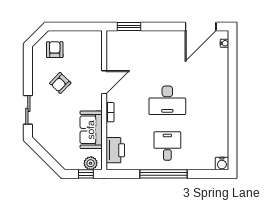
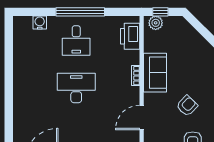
door: (104, 82) -> (142, 117), moved
sofa: (91, 130) -> (155, 73), moved
water cooler: (222, 164) -> (40, 22), moved

